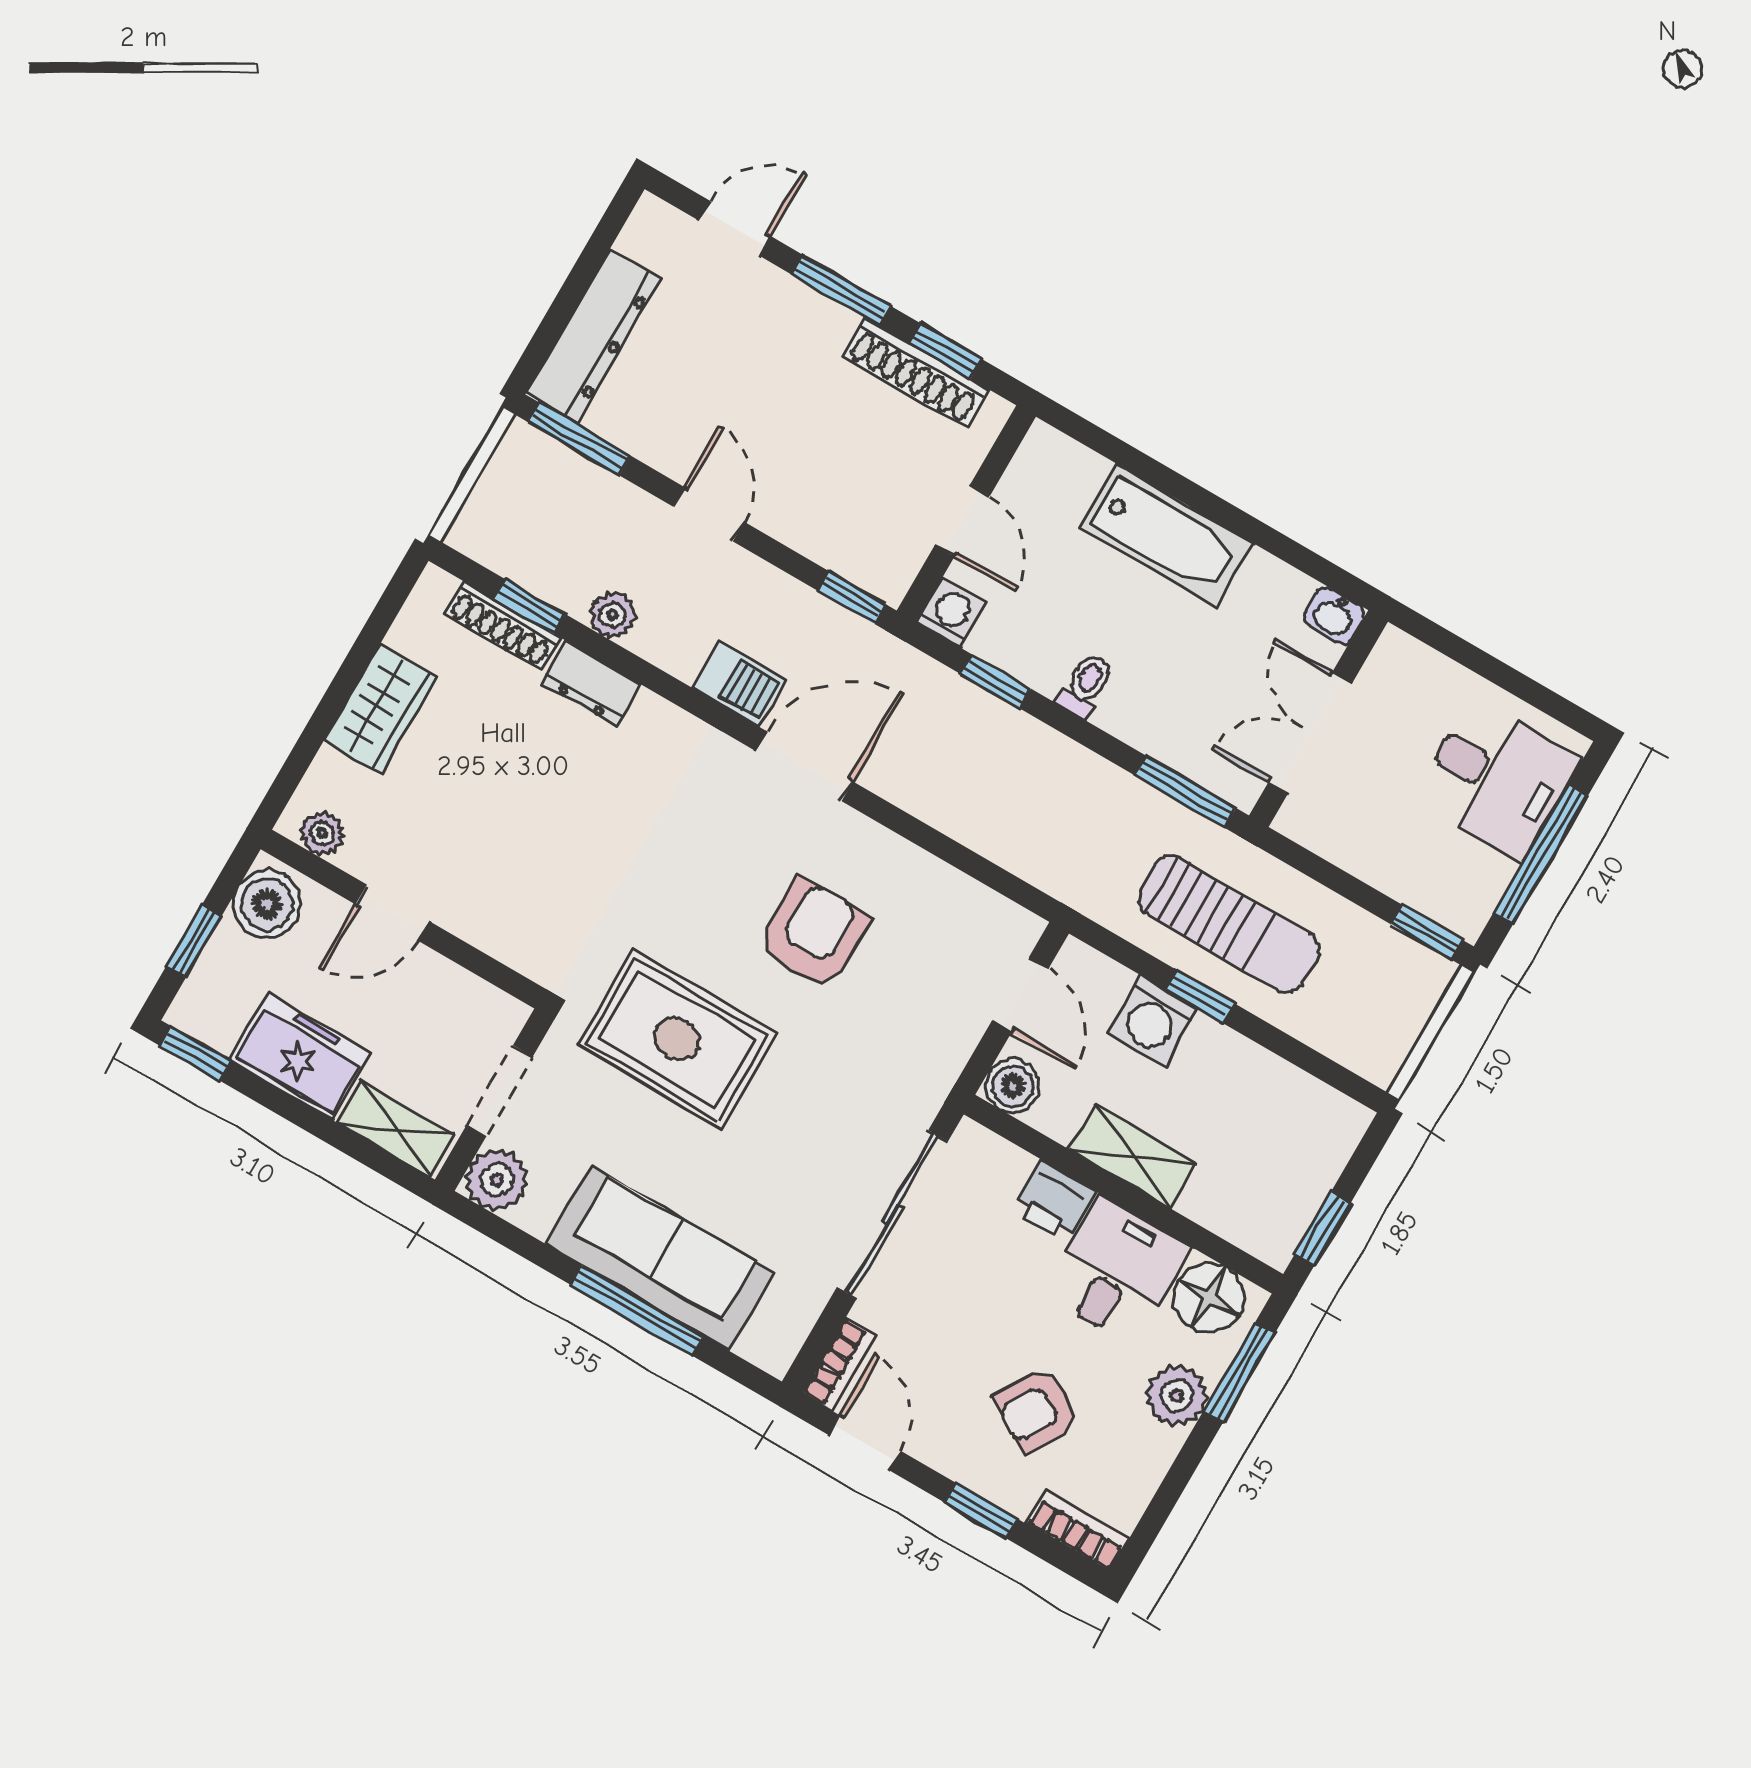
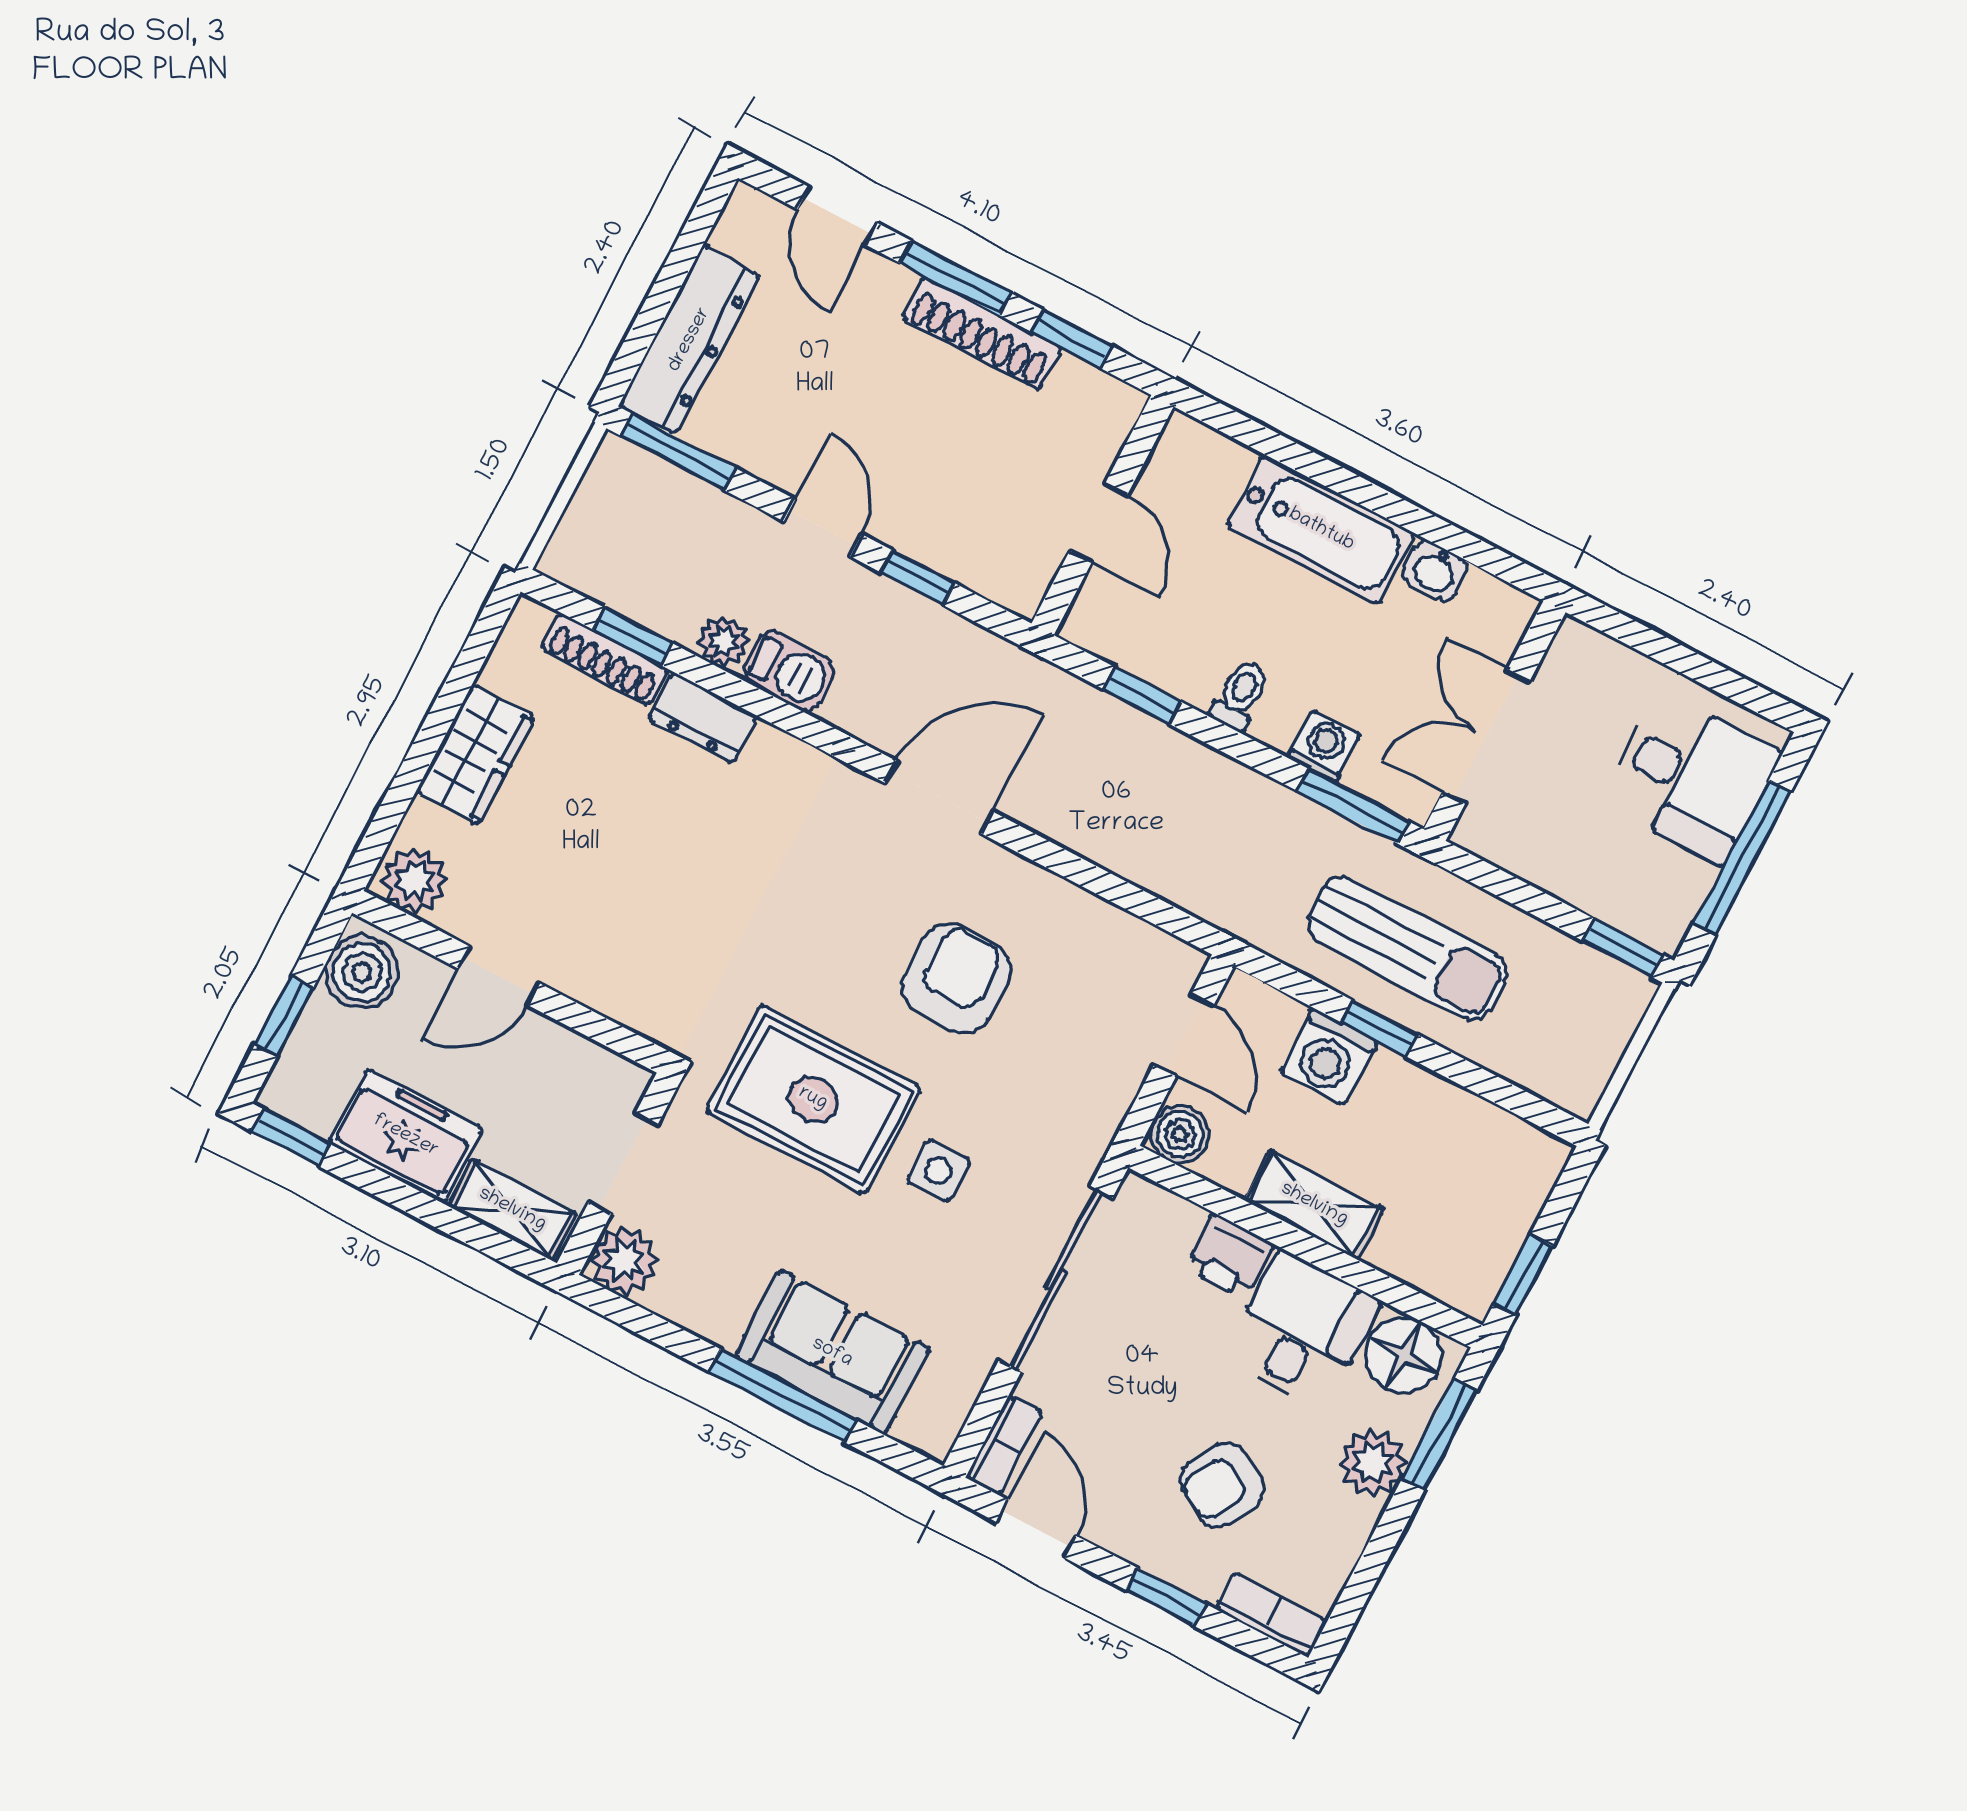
door: (734, 228) -> (837, 216), swing flipped
shoe rack: (916, 372) -> (981, 333), moved
window: (852, 598) -> (918, 578), moved
washing machine: (951, 613) -> (1324, 746), moved
washbasin: (1334, 615) -> (1435, 571), moved
barbecue: (739, 684) -> (789, 671), moved
plant: (322, 833) -> (414, 881), width x1.38, depth x1.38
side table: (789, 1110) -> (938, 1171), added
sofa: (660, 1258) -> (832, 1353), width x0.73

